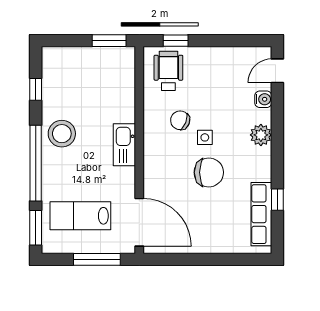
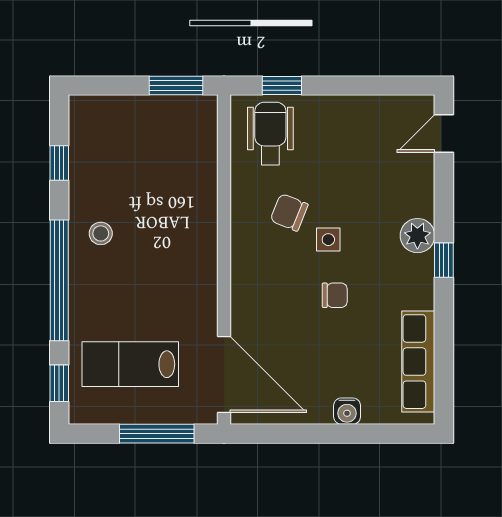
water cooler: (263, 99) -> (347, 411), moved, turned 90
stool: (62, 134) -> (101, 233), width x0.53, depth x0.53
kitchen sink: (124, 145) -> (200, 251), removed
chair: (209, 172) -> (335, 295), width x0.54, depth x0.54
window: (277, 200) -> (444, 260), moved
window: (36, 228) -> (59, 383), width x0.67

